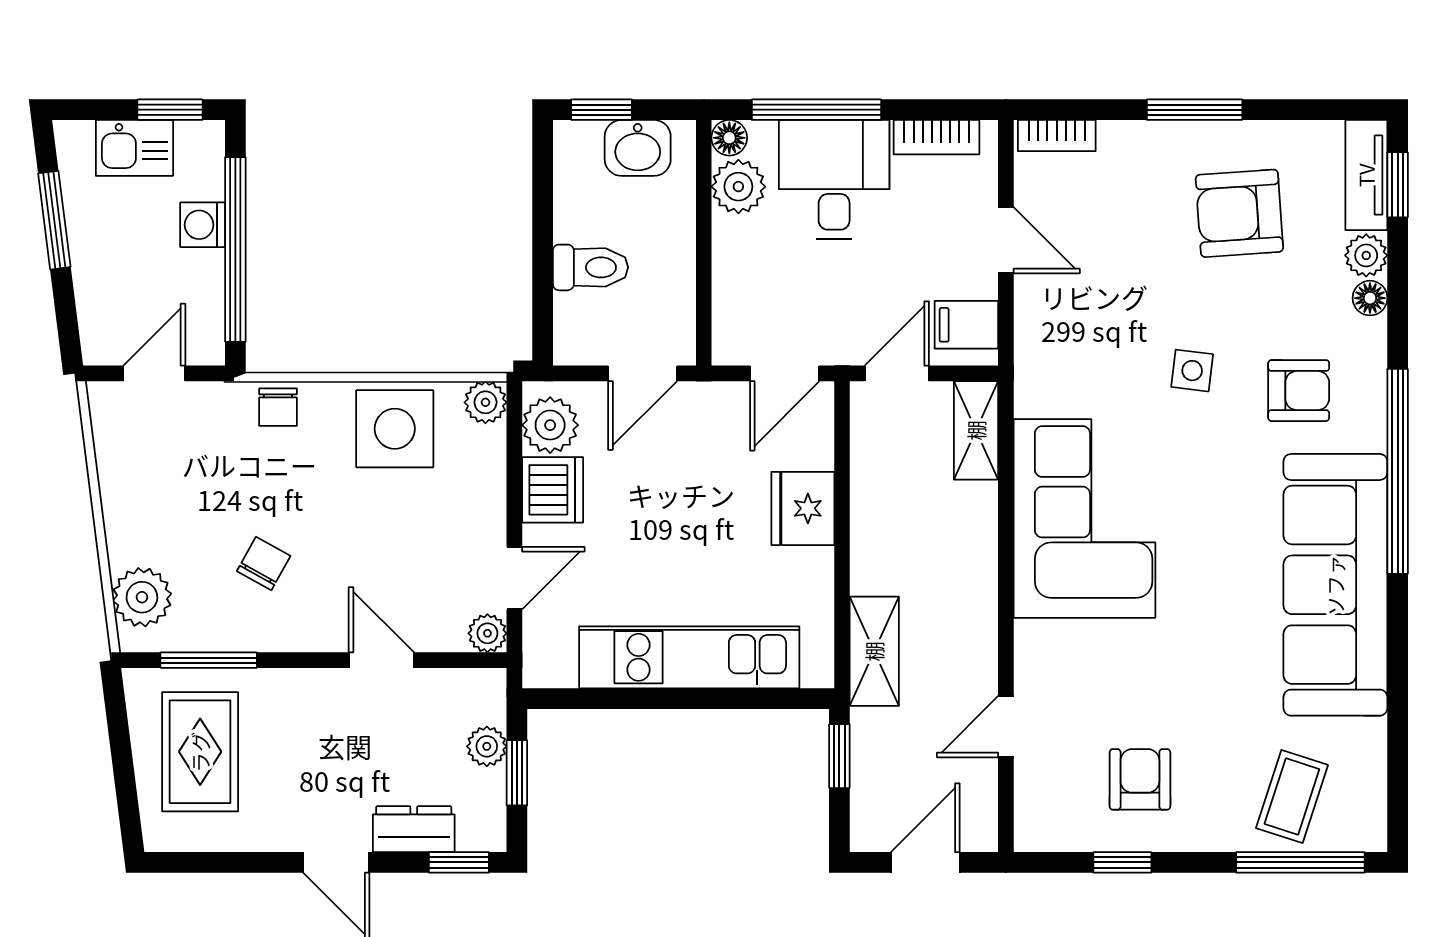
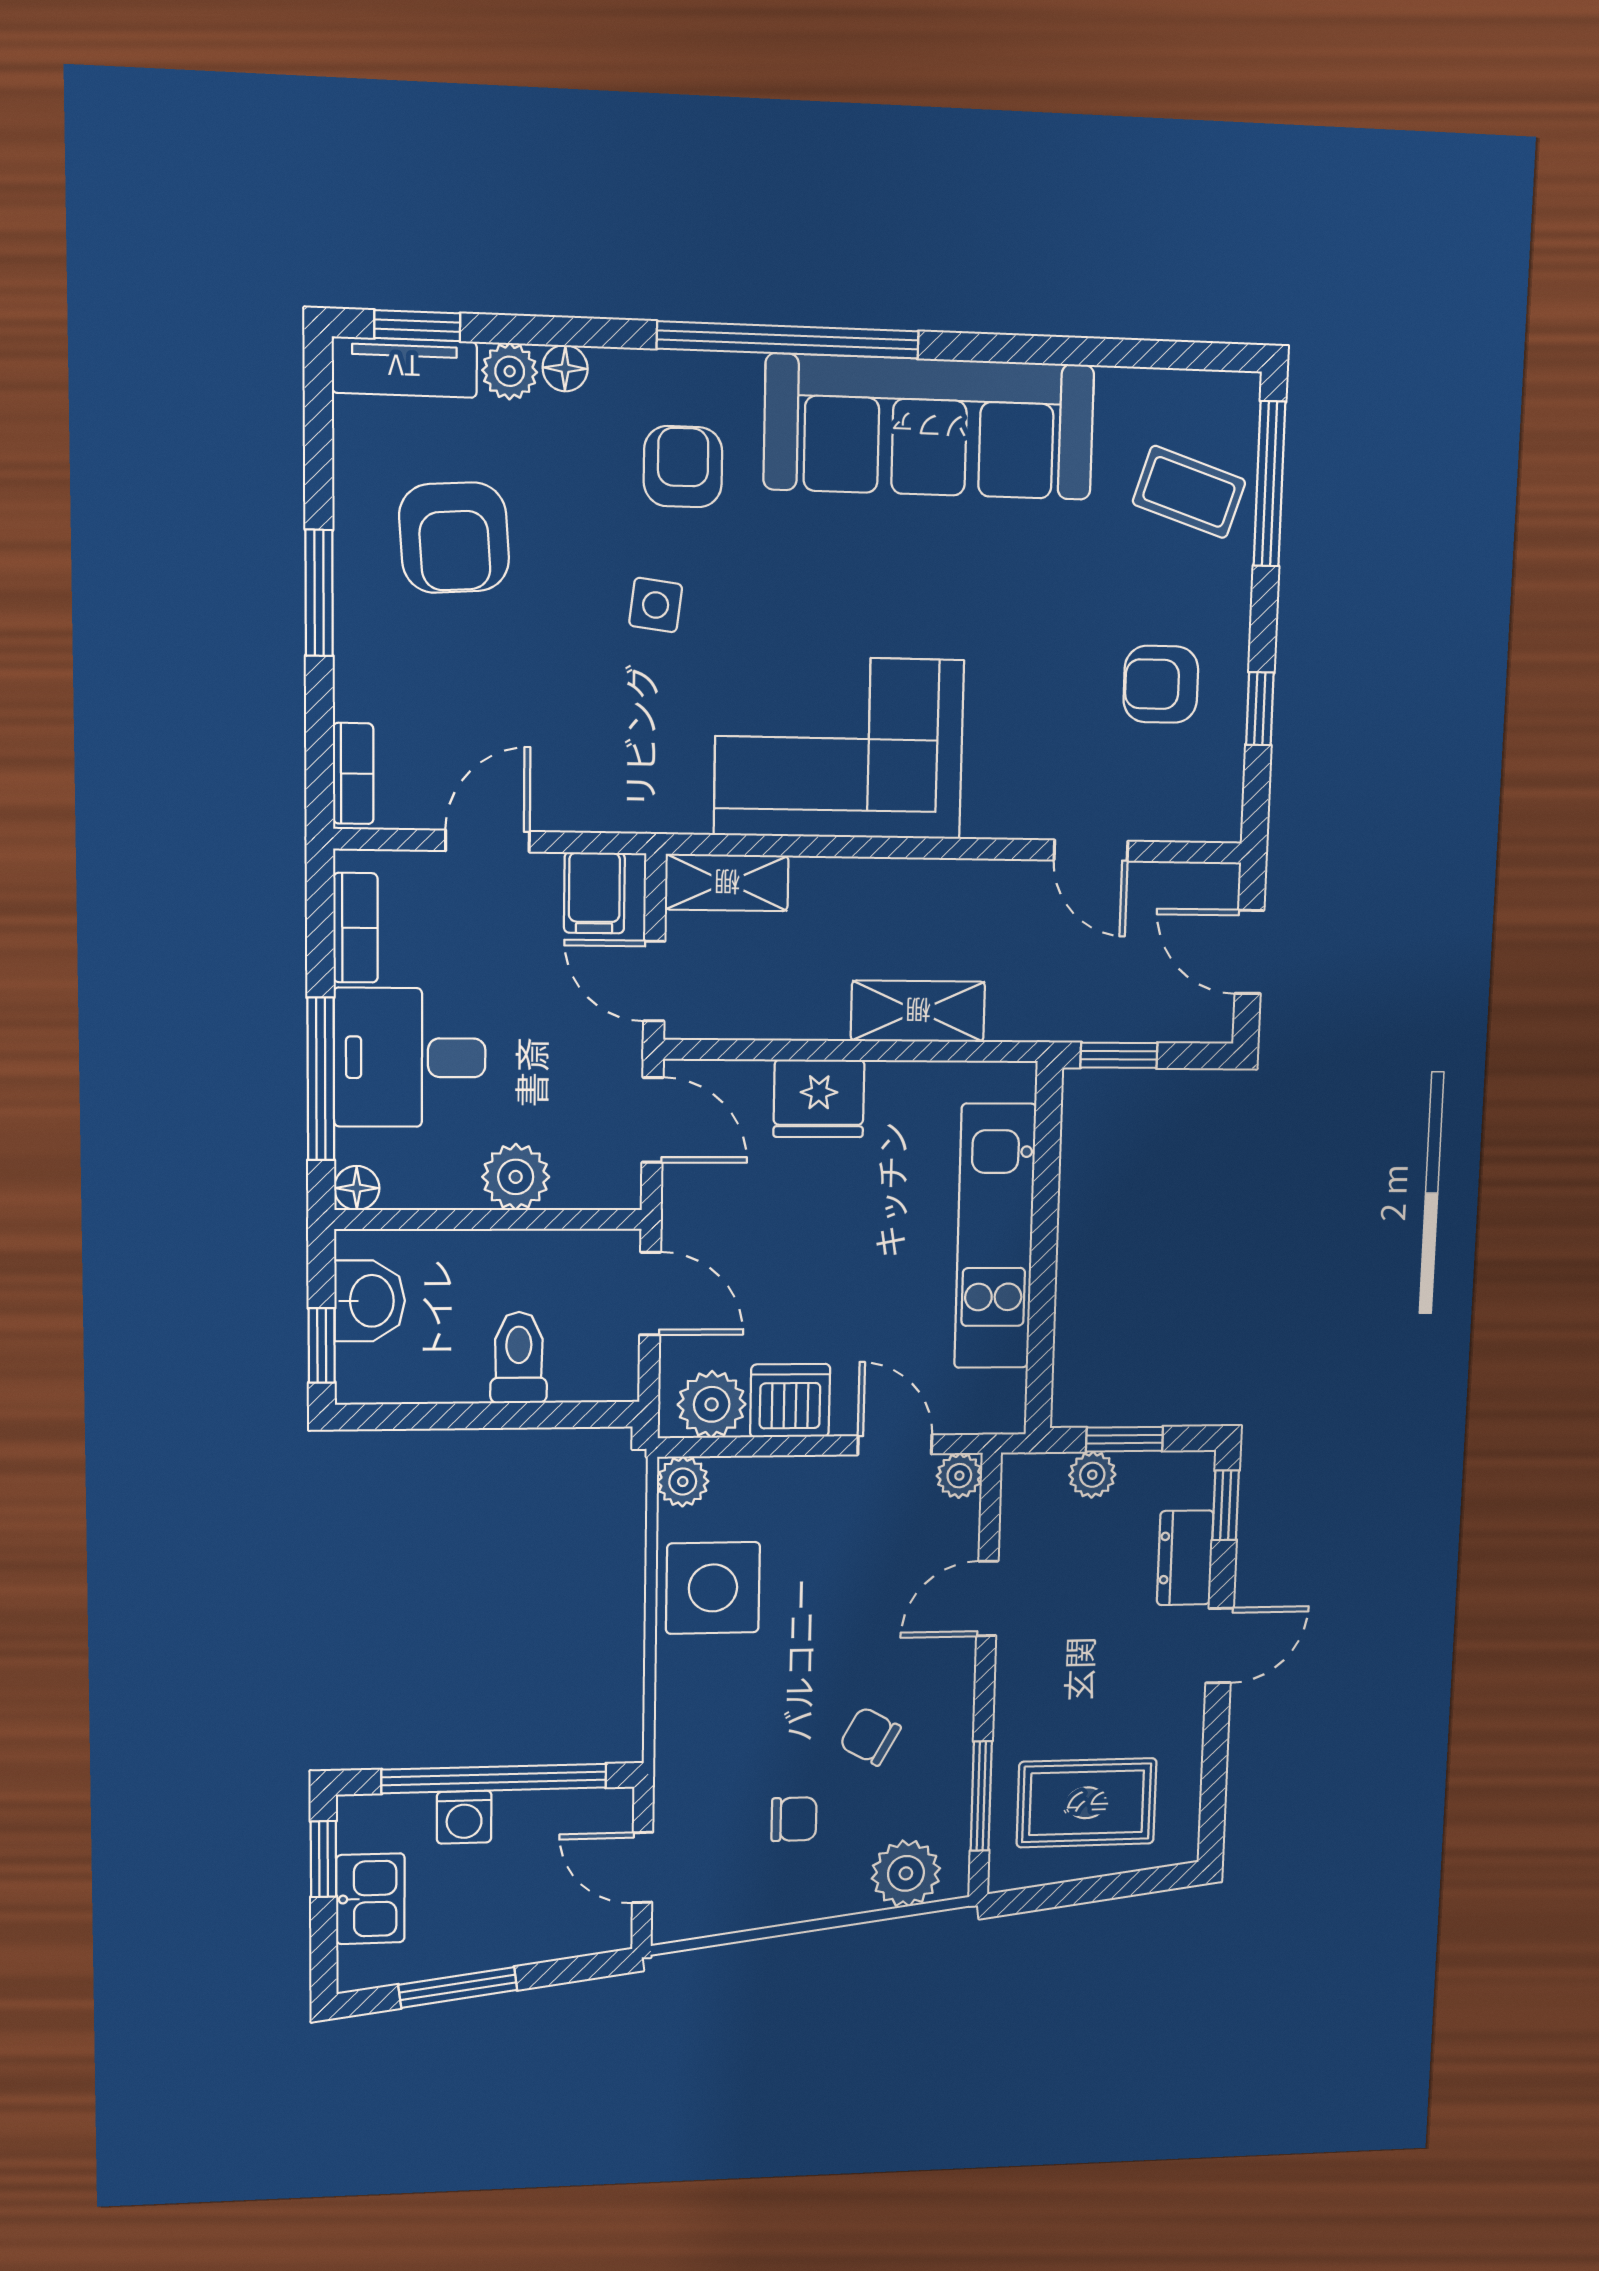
plant: (738, 187) -> (516, 1177), moved
chair: (278, 407) -> (794, 1819), moved
shelving: (874, 651) -> (918, 1011), moved

